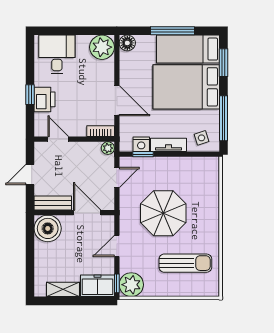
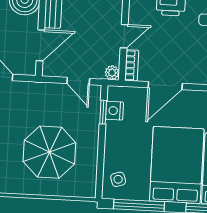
door: (58, 139) -> (124, 36), moved
tv unit: (168, 145) -> (112, 141), removed
parasol: (163, 213) -> (49, 152), moved

